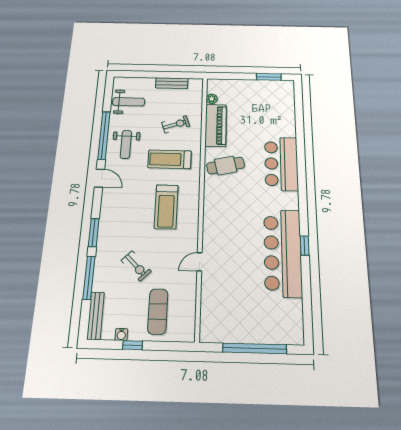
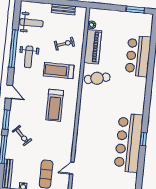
bar counter: (281, 164) -> (138, 56), moved
door: (99, 178) -> (9, 92), moved
door: (199, 262) -> (72, 168), moved
exercise bike: (136, 266) -> (22, 136), moved

